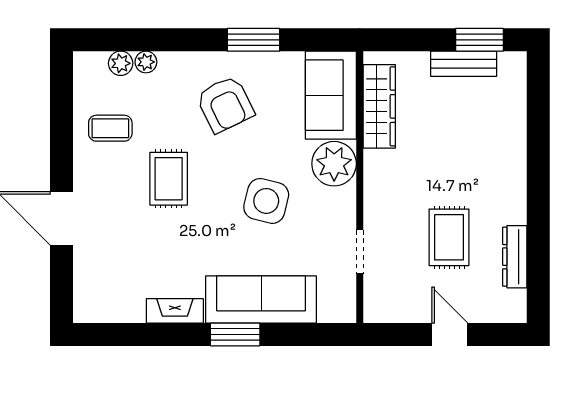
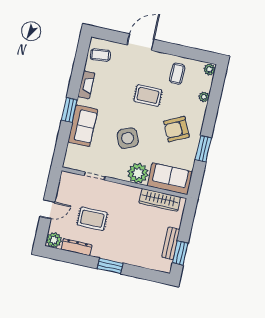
plant: (121, 63) -> (209, 69), moved
window: (538, 179) -> (110, 266), added
side table: (266, 201) -> (128, 138), turned -37
coffee table: (107, 295) -> (100, 55), added
sofa: (261, 299) -> (83, 126), width x0.73
plant: (510, 307) -> (54, 240), added

